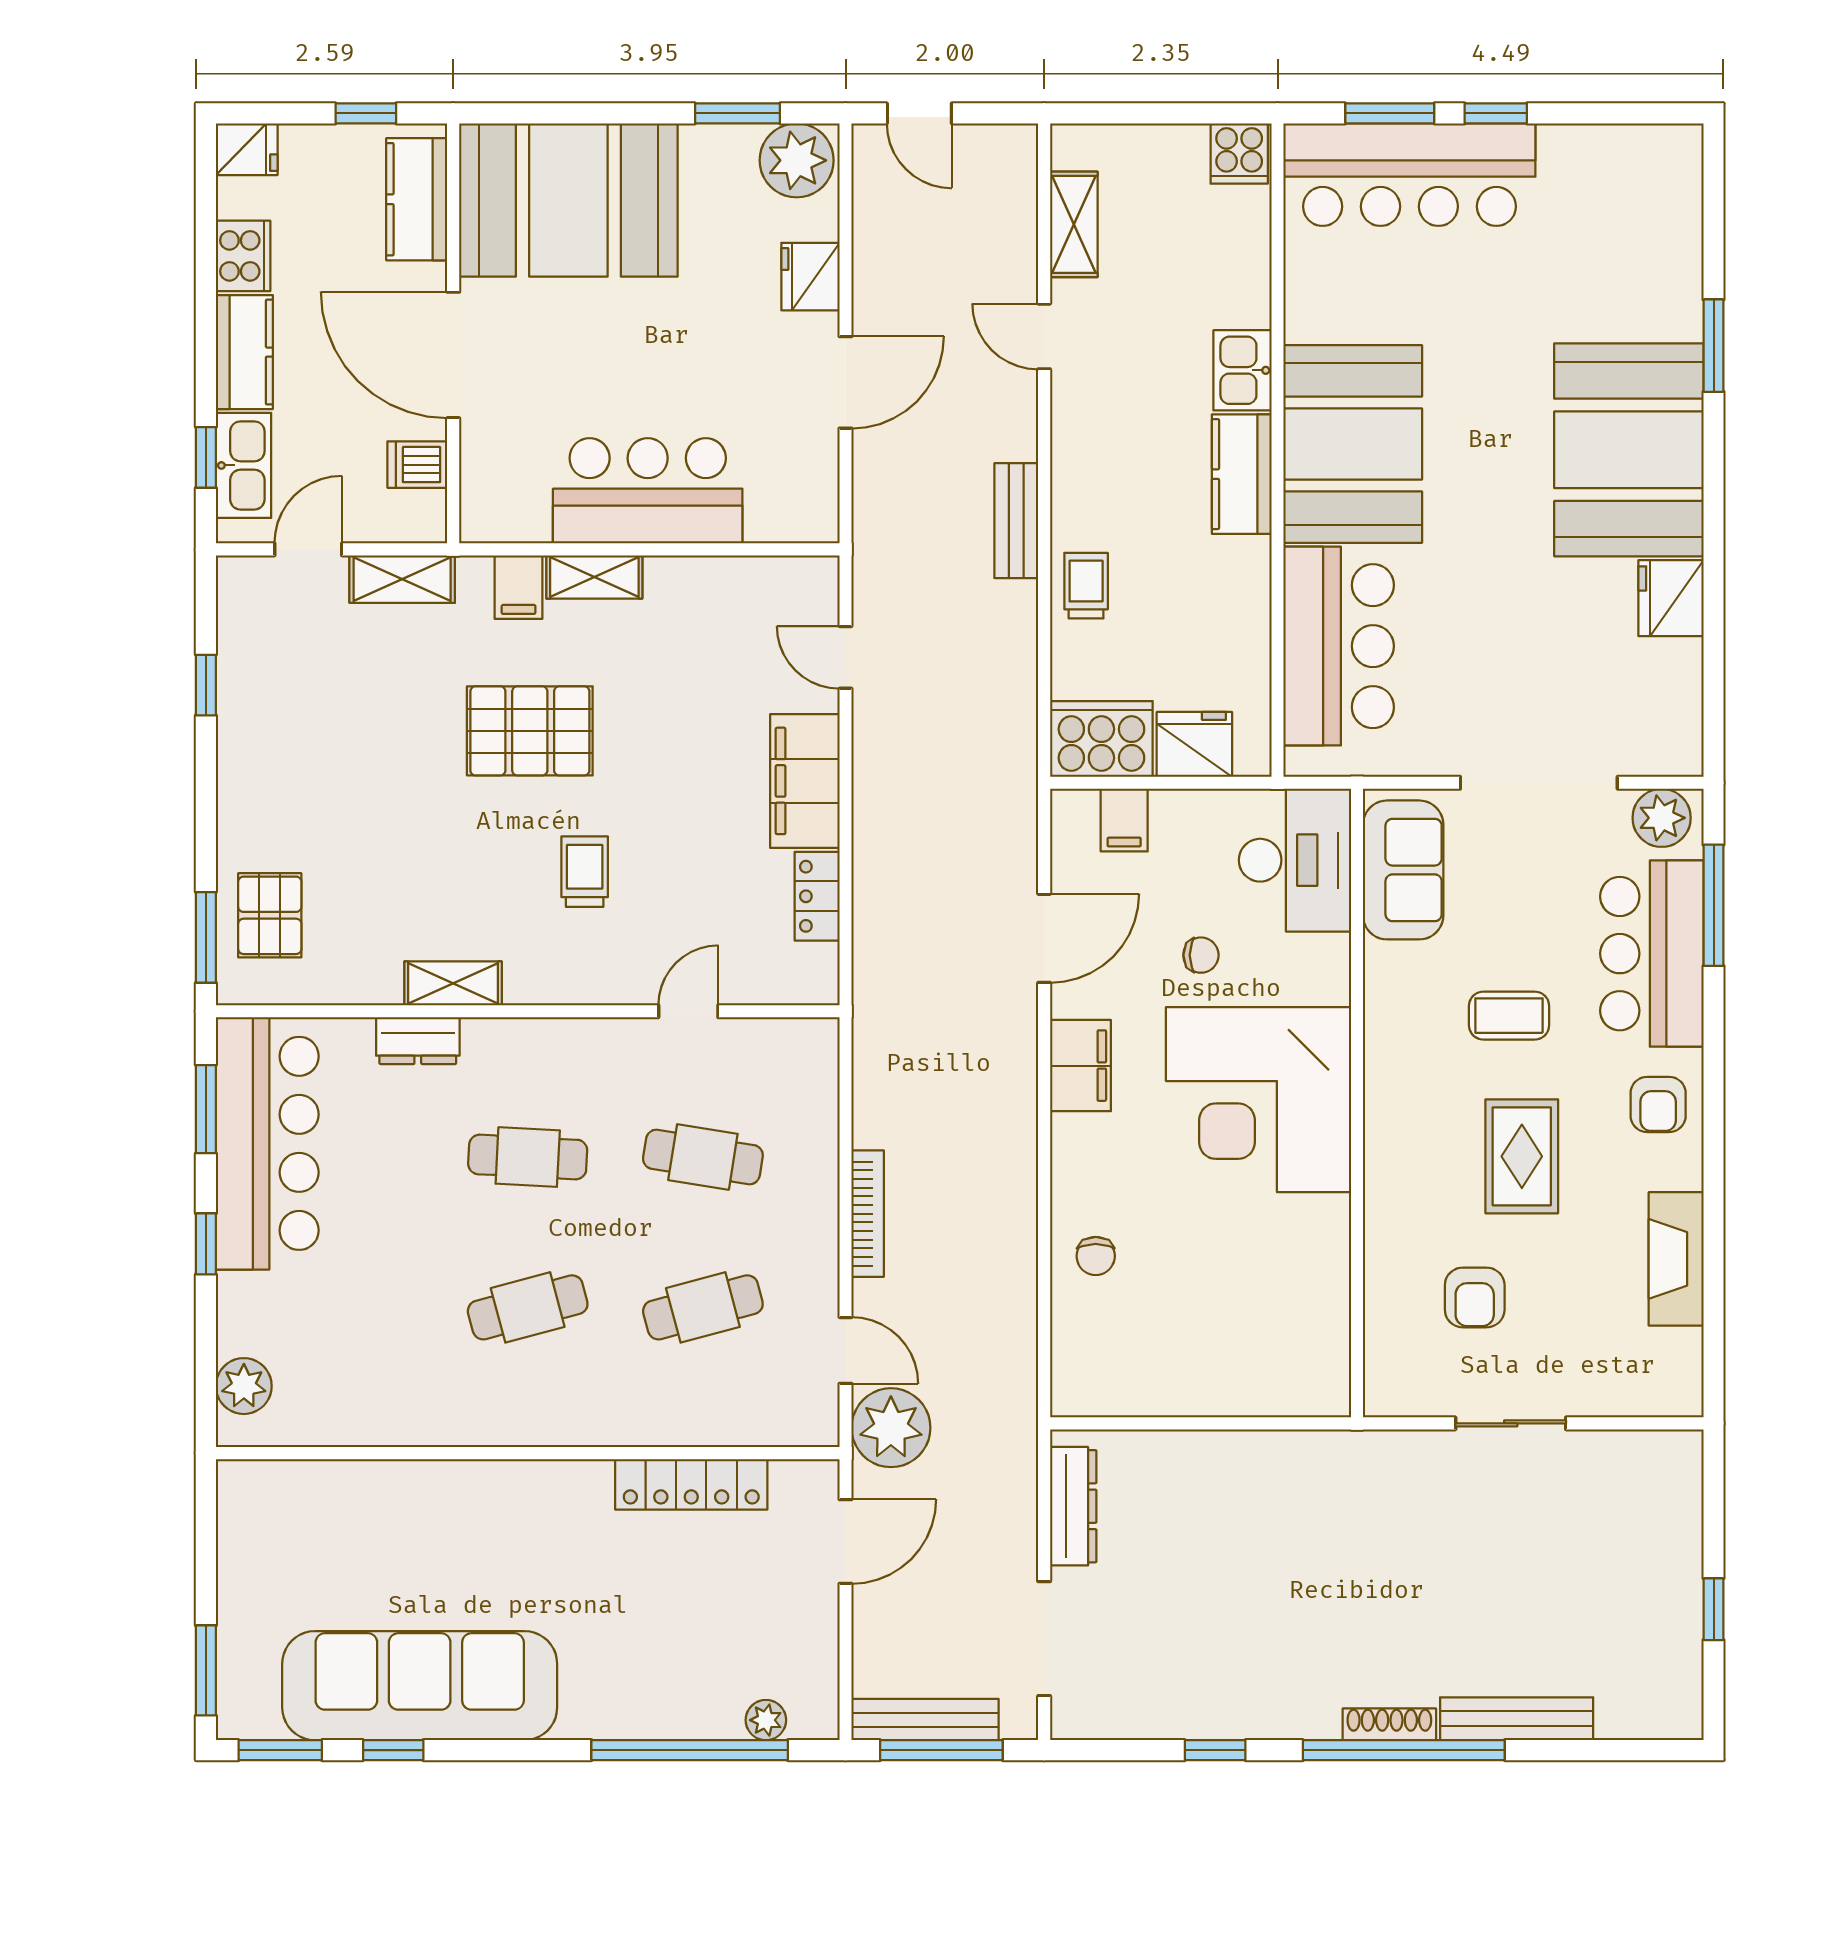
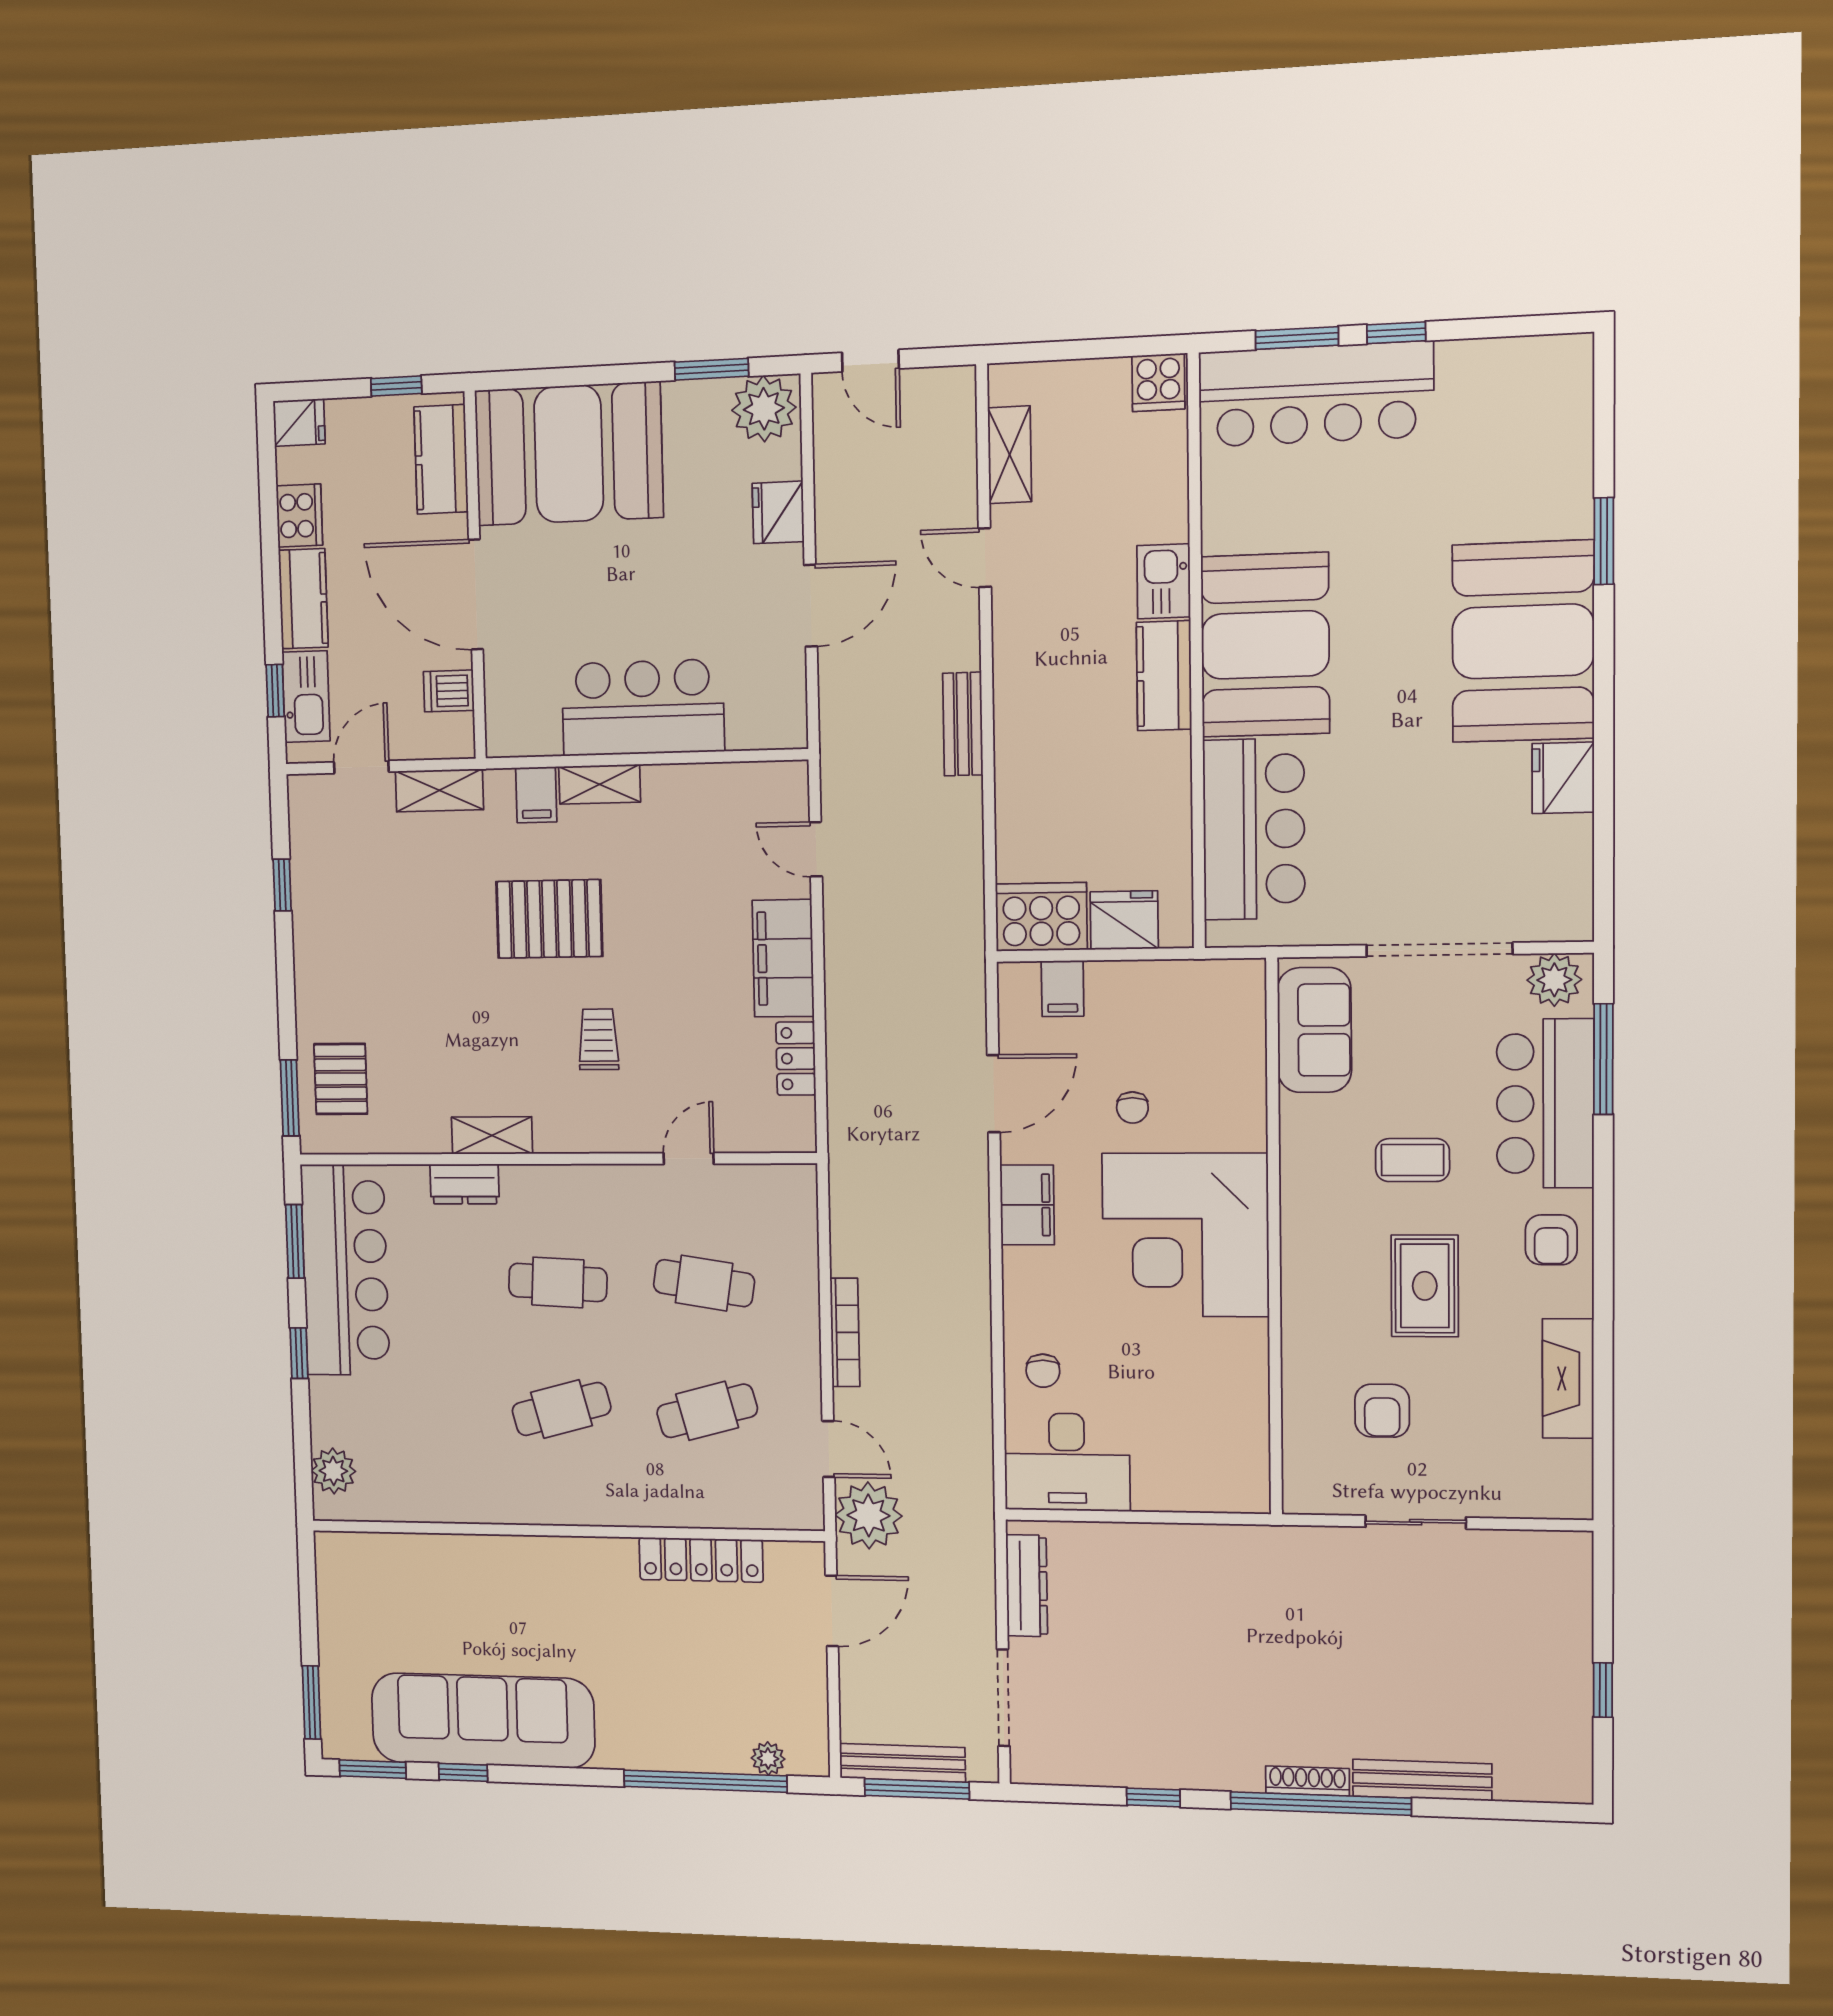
trolley: (1086, 586) -> (1026, 780), removed
desk: (1295, 860) -> (1067, 1462), moved, turned 90
chair: (1201, 955) -> (1132, 1107), turned 90

